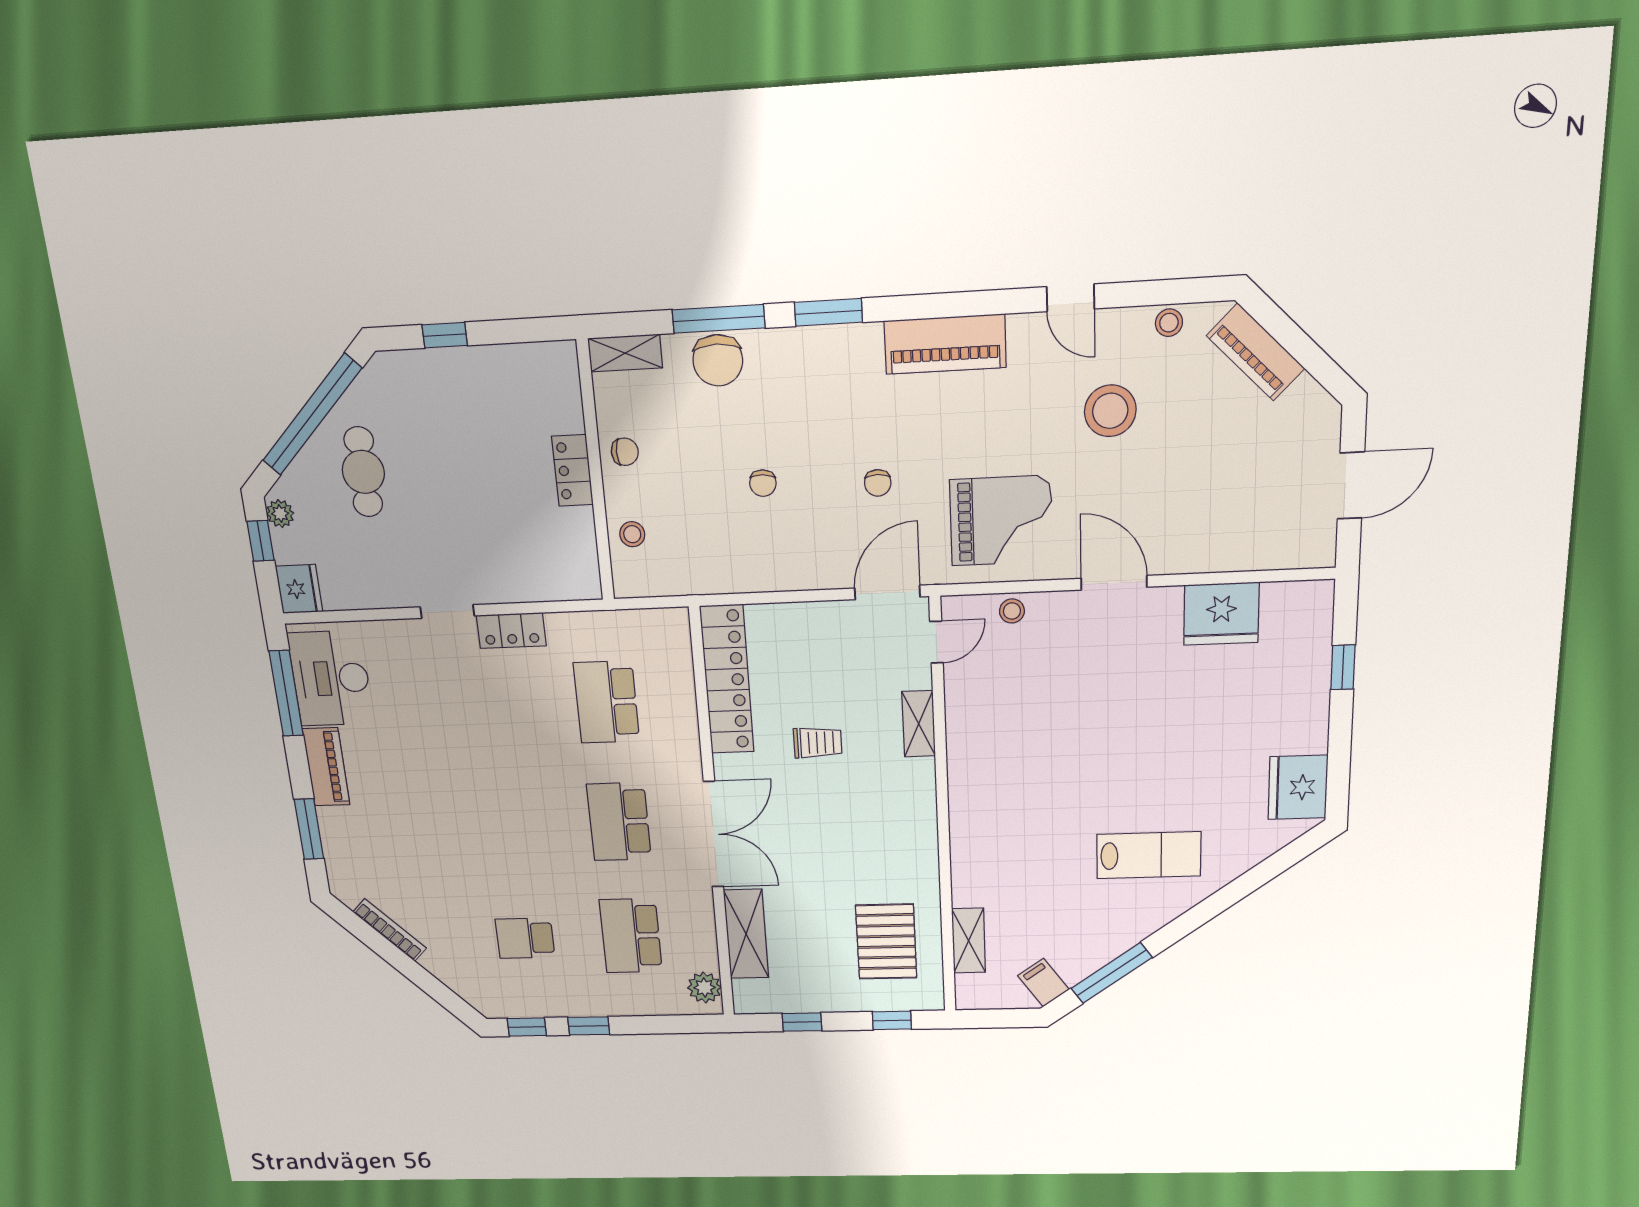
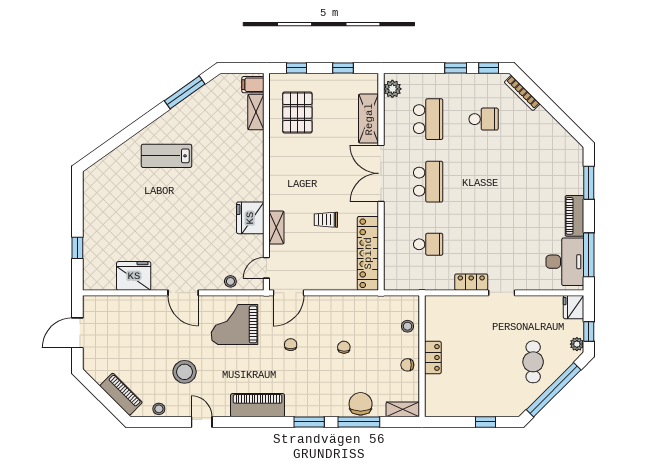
school desk: (607, 702) -> (428, 244), width x0.54
fridge: (1298, 787) -> (250, 218), moved, turned 180
bookcase: (390, 930) -> (522, 93), moved
filing cabinet: (1043, 983) -> (253, 85), moved, turned 125

